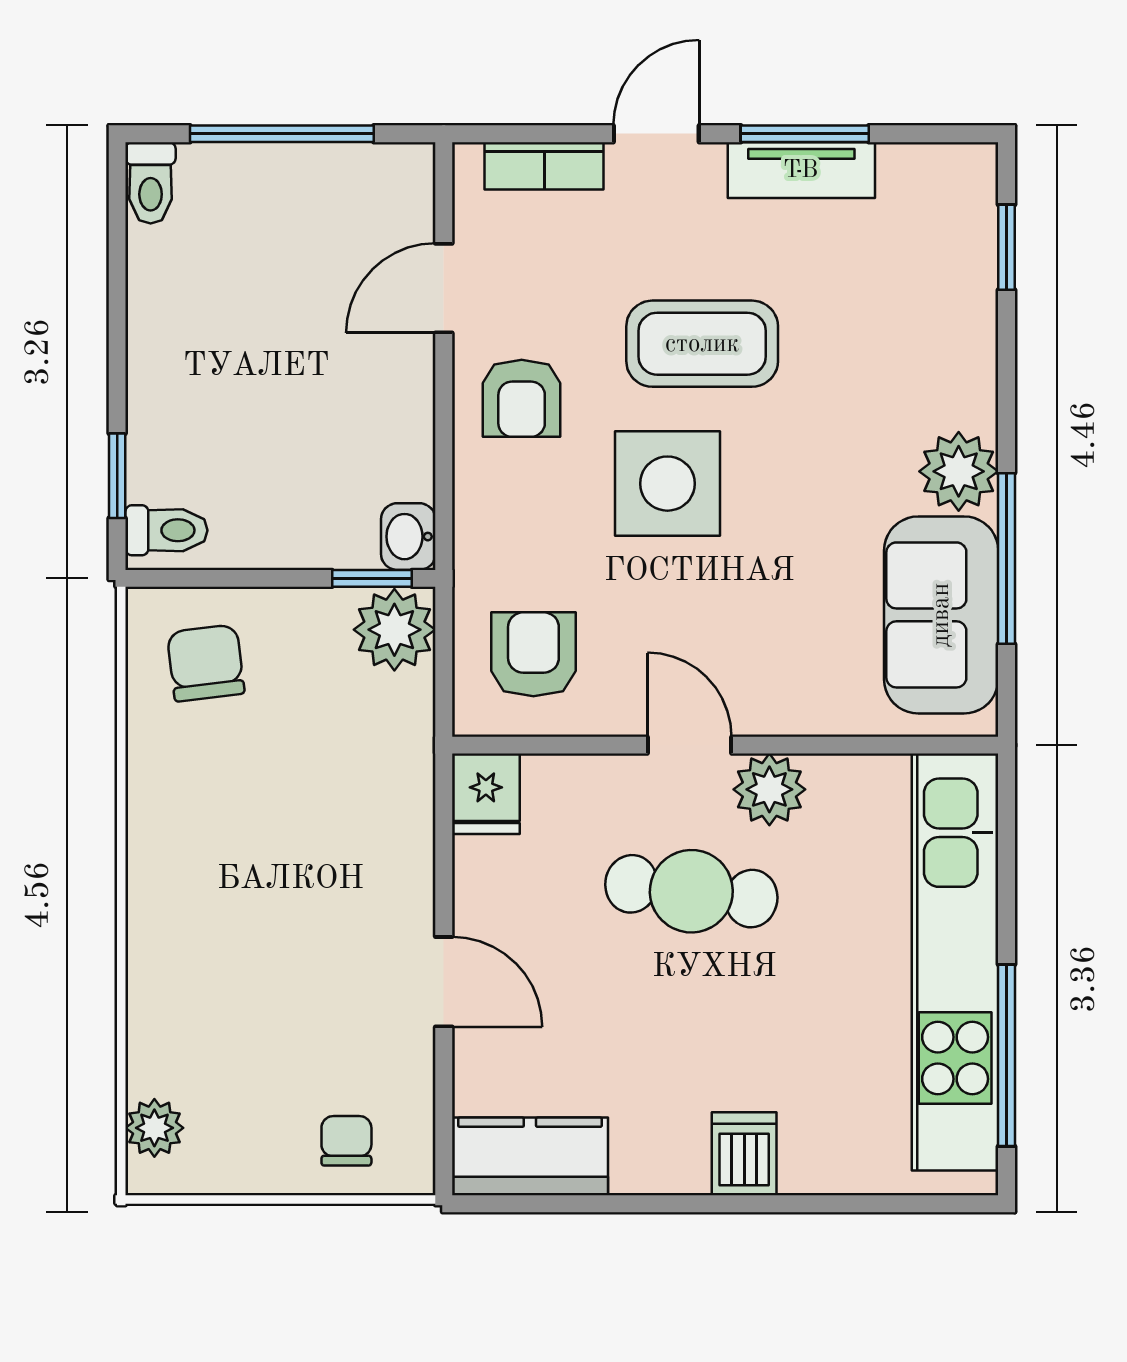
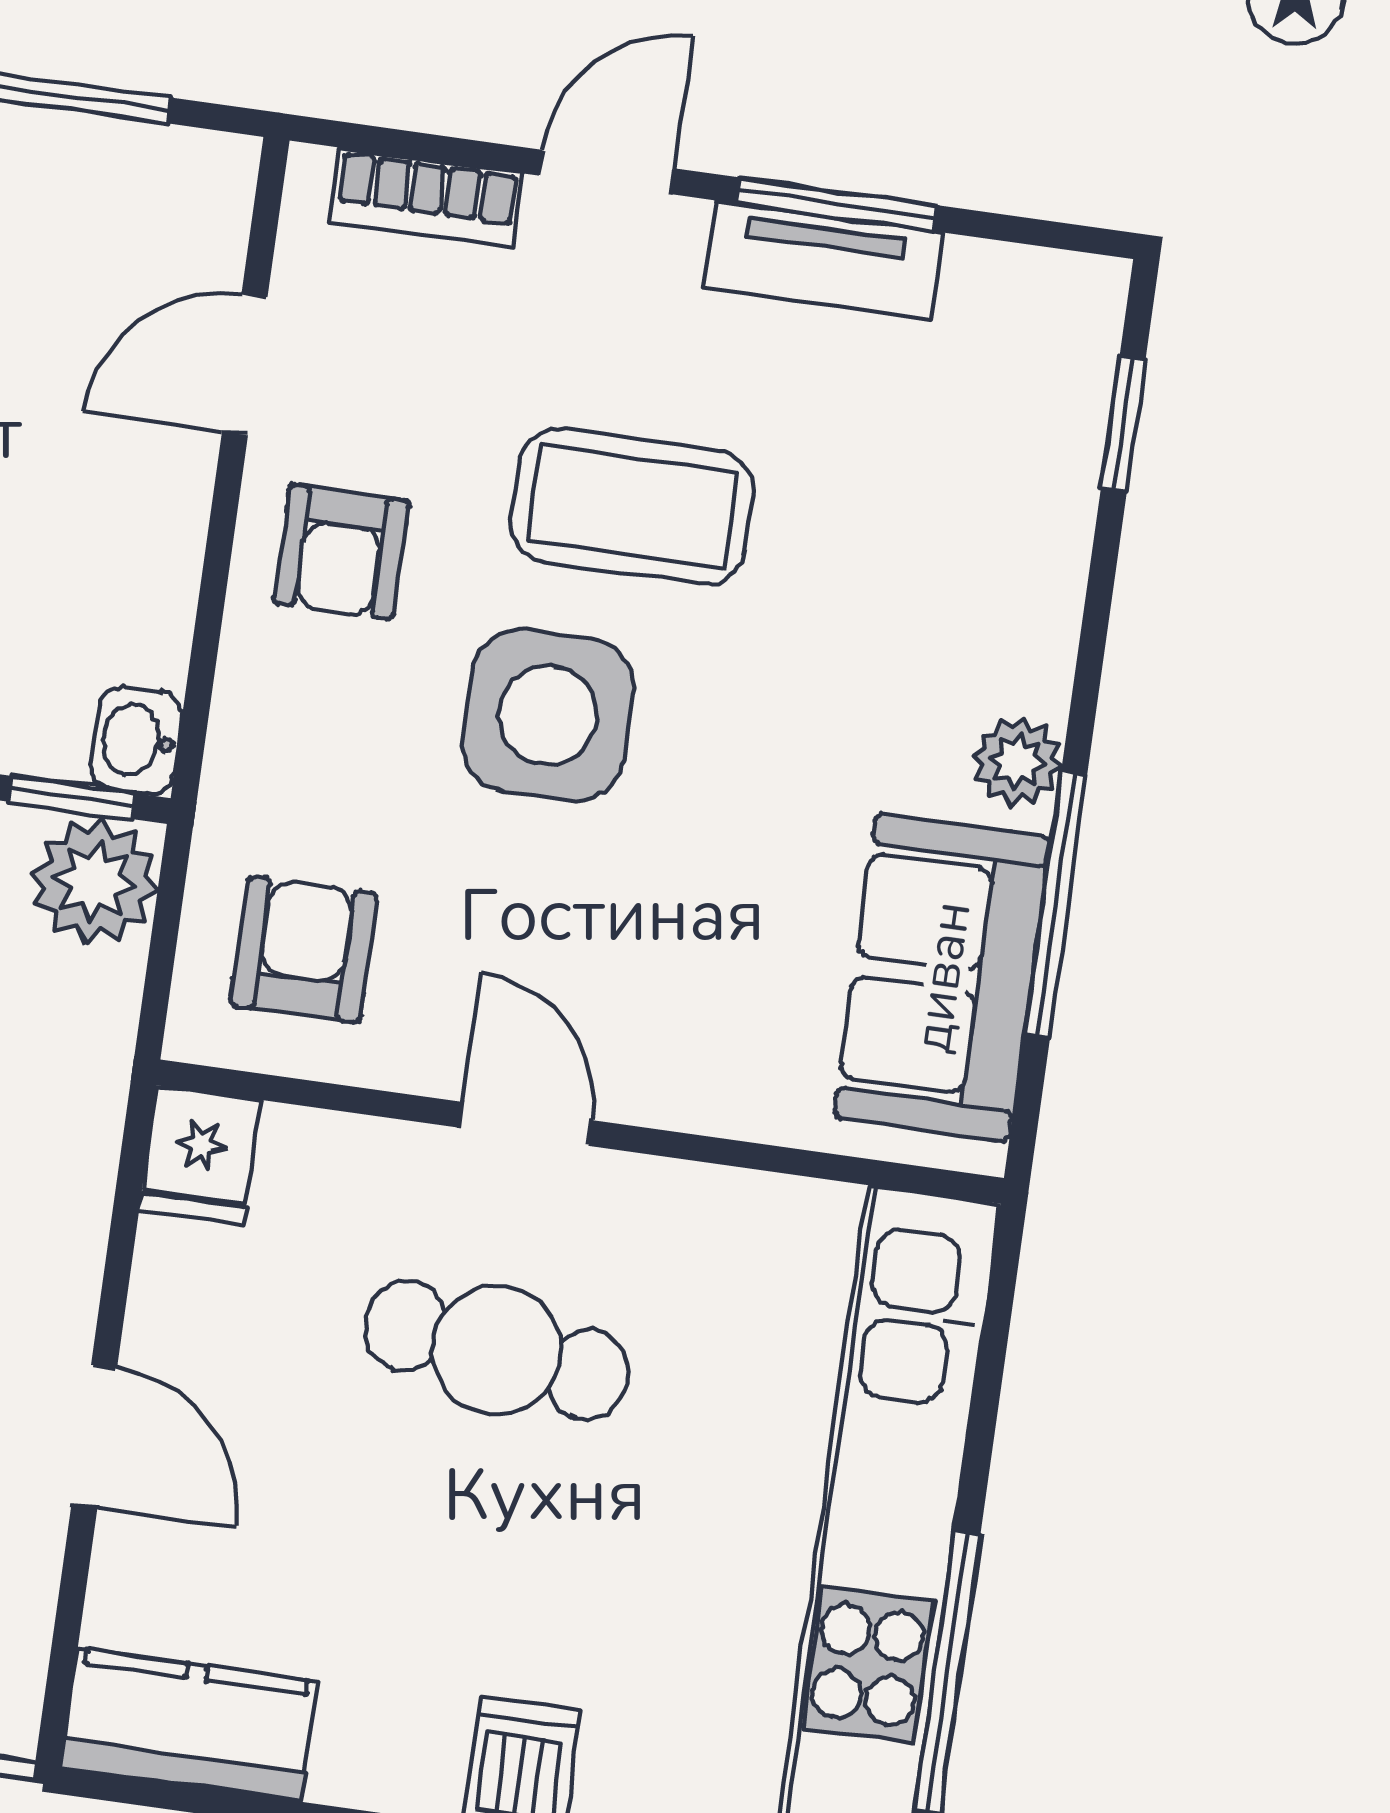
plant: (959, 471) -> (1017, 762), width x0.73, depth x0.73
plant: (769, 789) -> (639, 1210), removed

